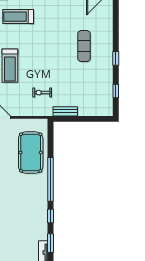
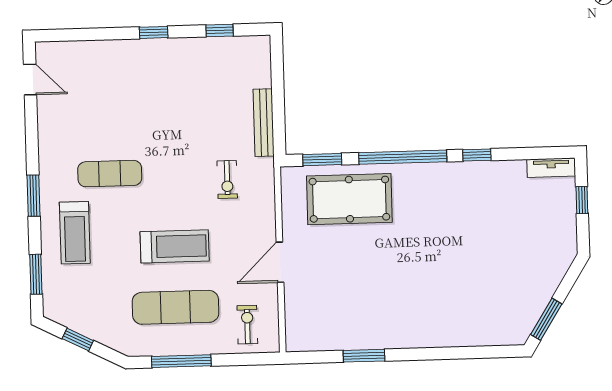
exercise mat: (84, 46) -> (110, 174), moved
bench: (65, 111) -> (264, 123), width x1.36
window: (51, 243) -> (322, 160), moved

